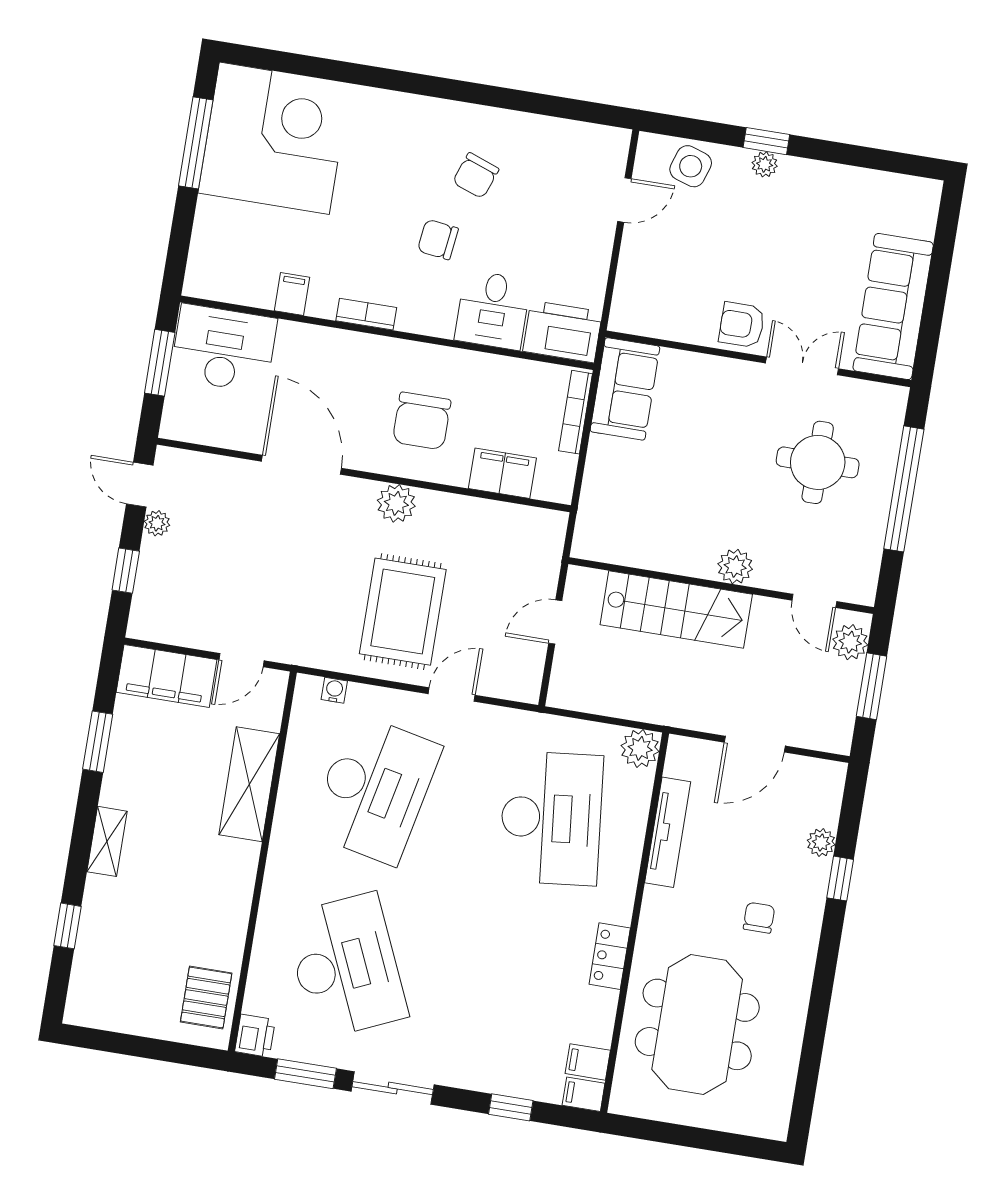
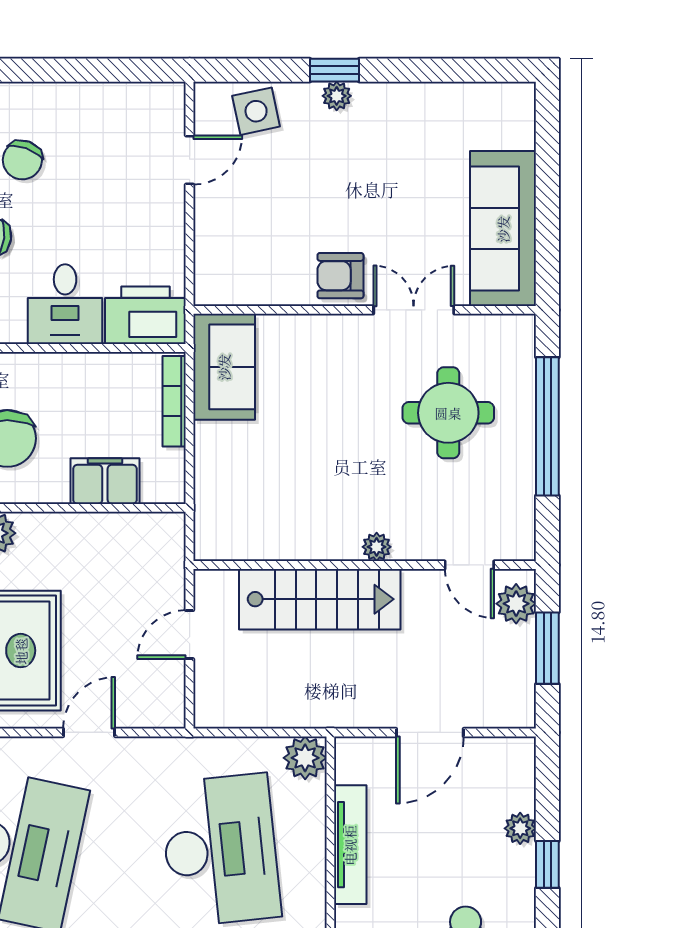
side table: (691, 166) -> (256, 111), turned -30
plant: (735, 567) -> (377, 547), width x0.73, depth x0.73

